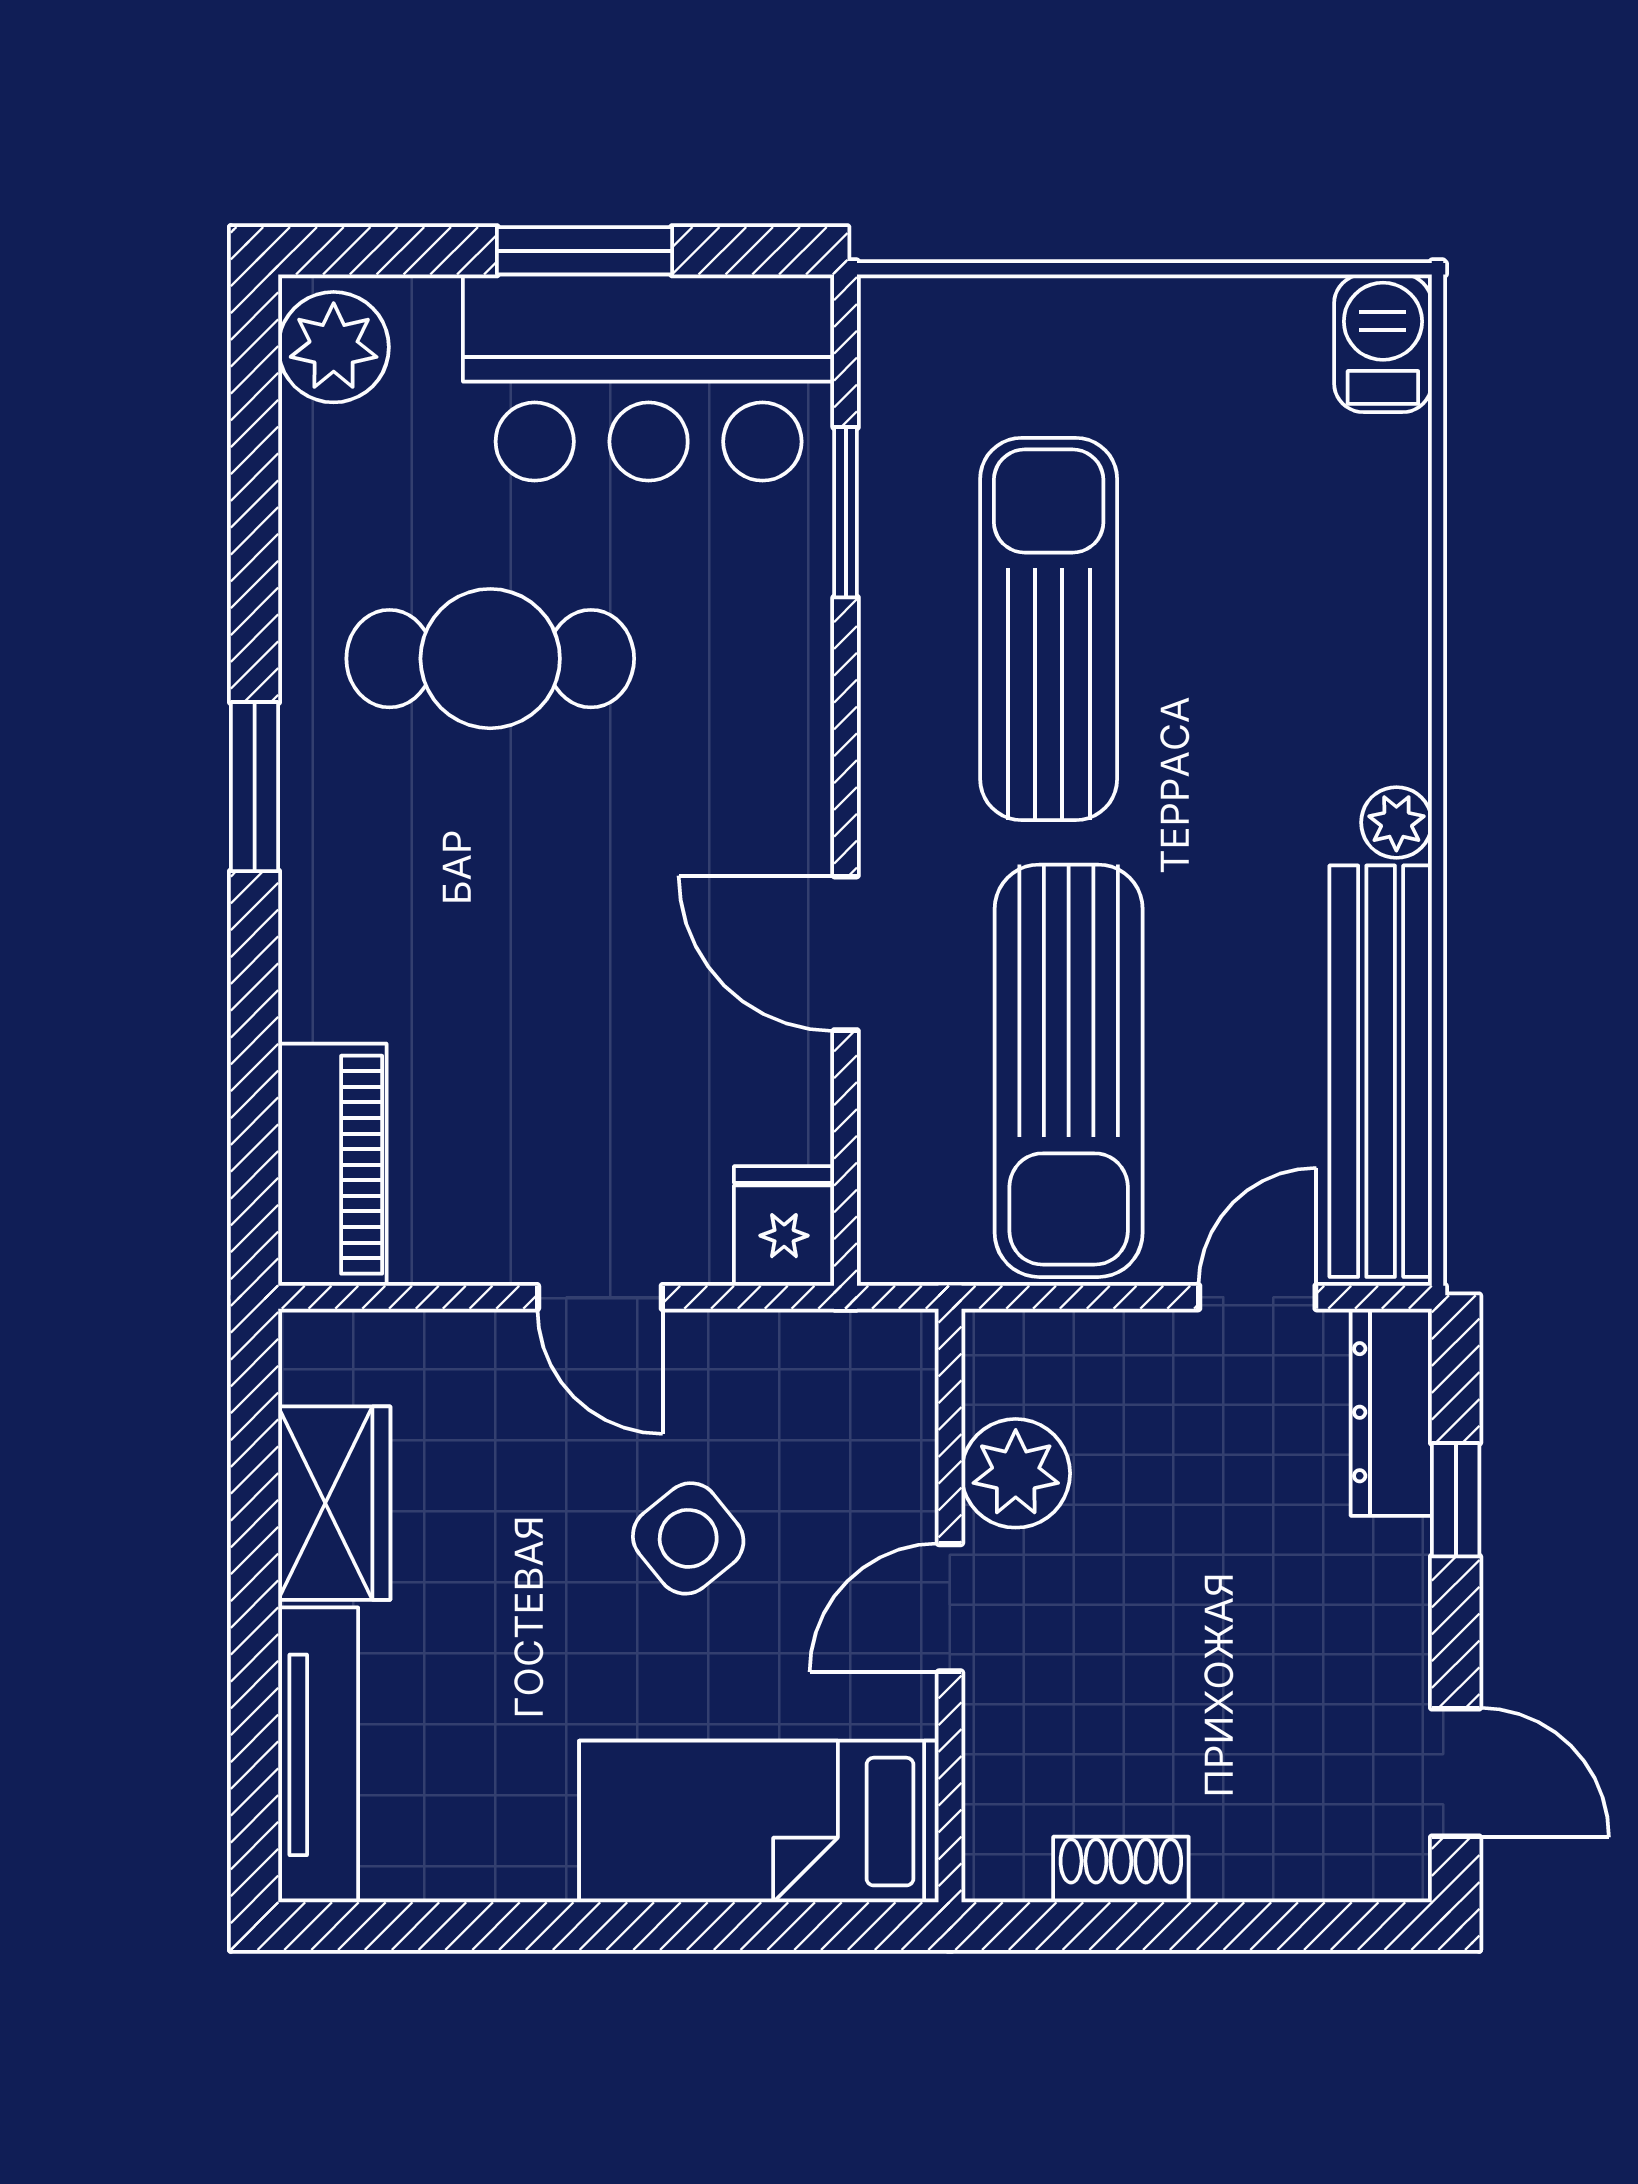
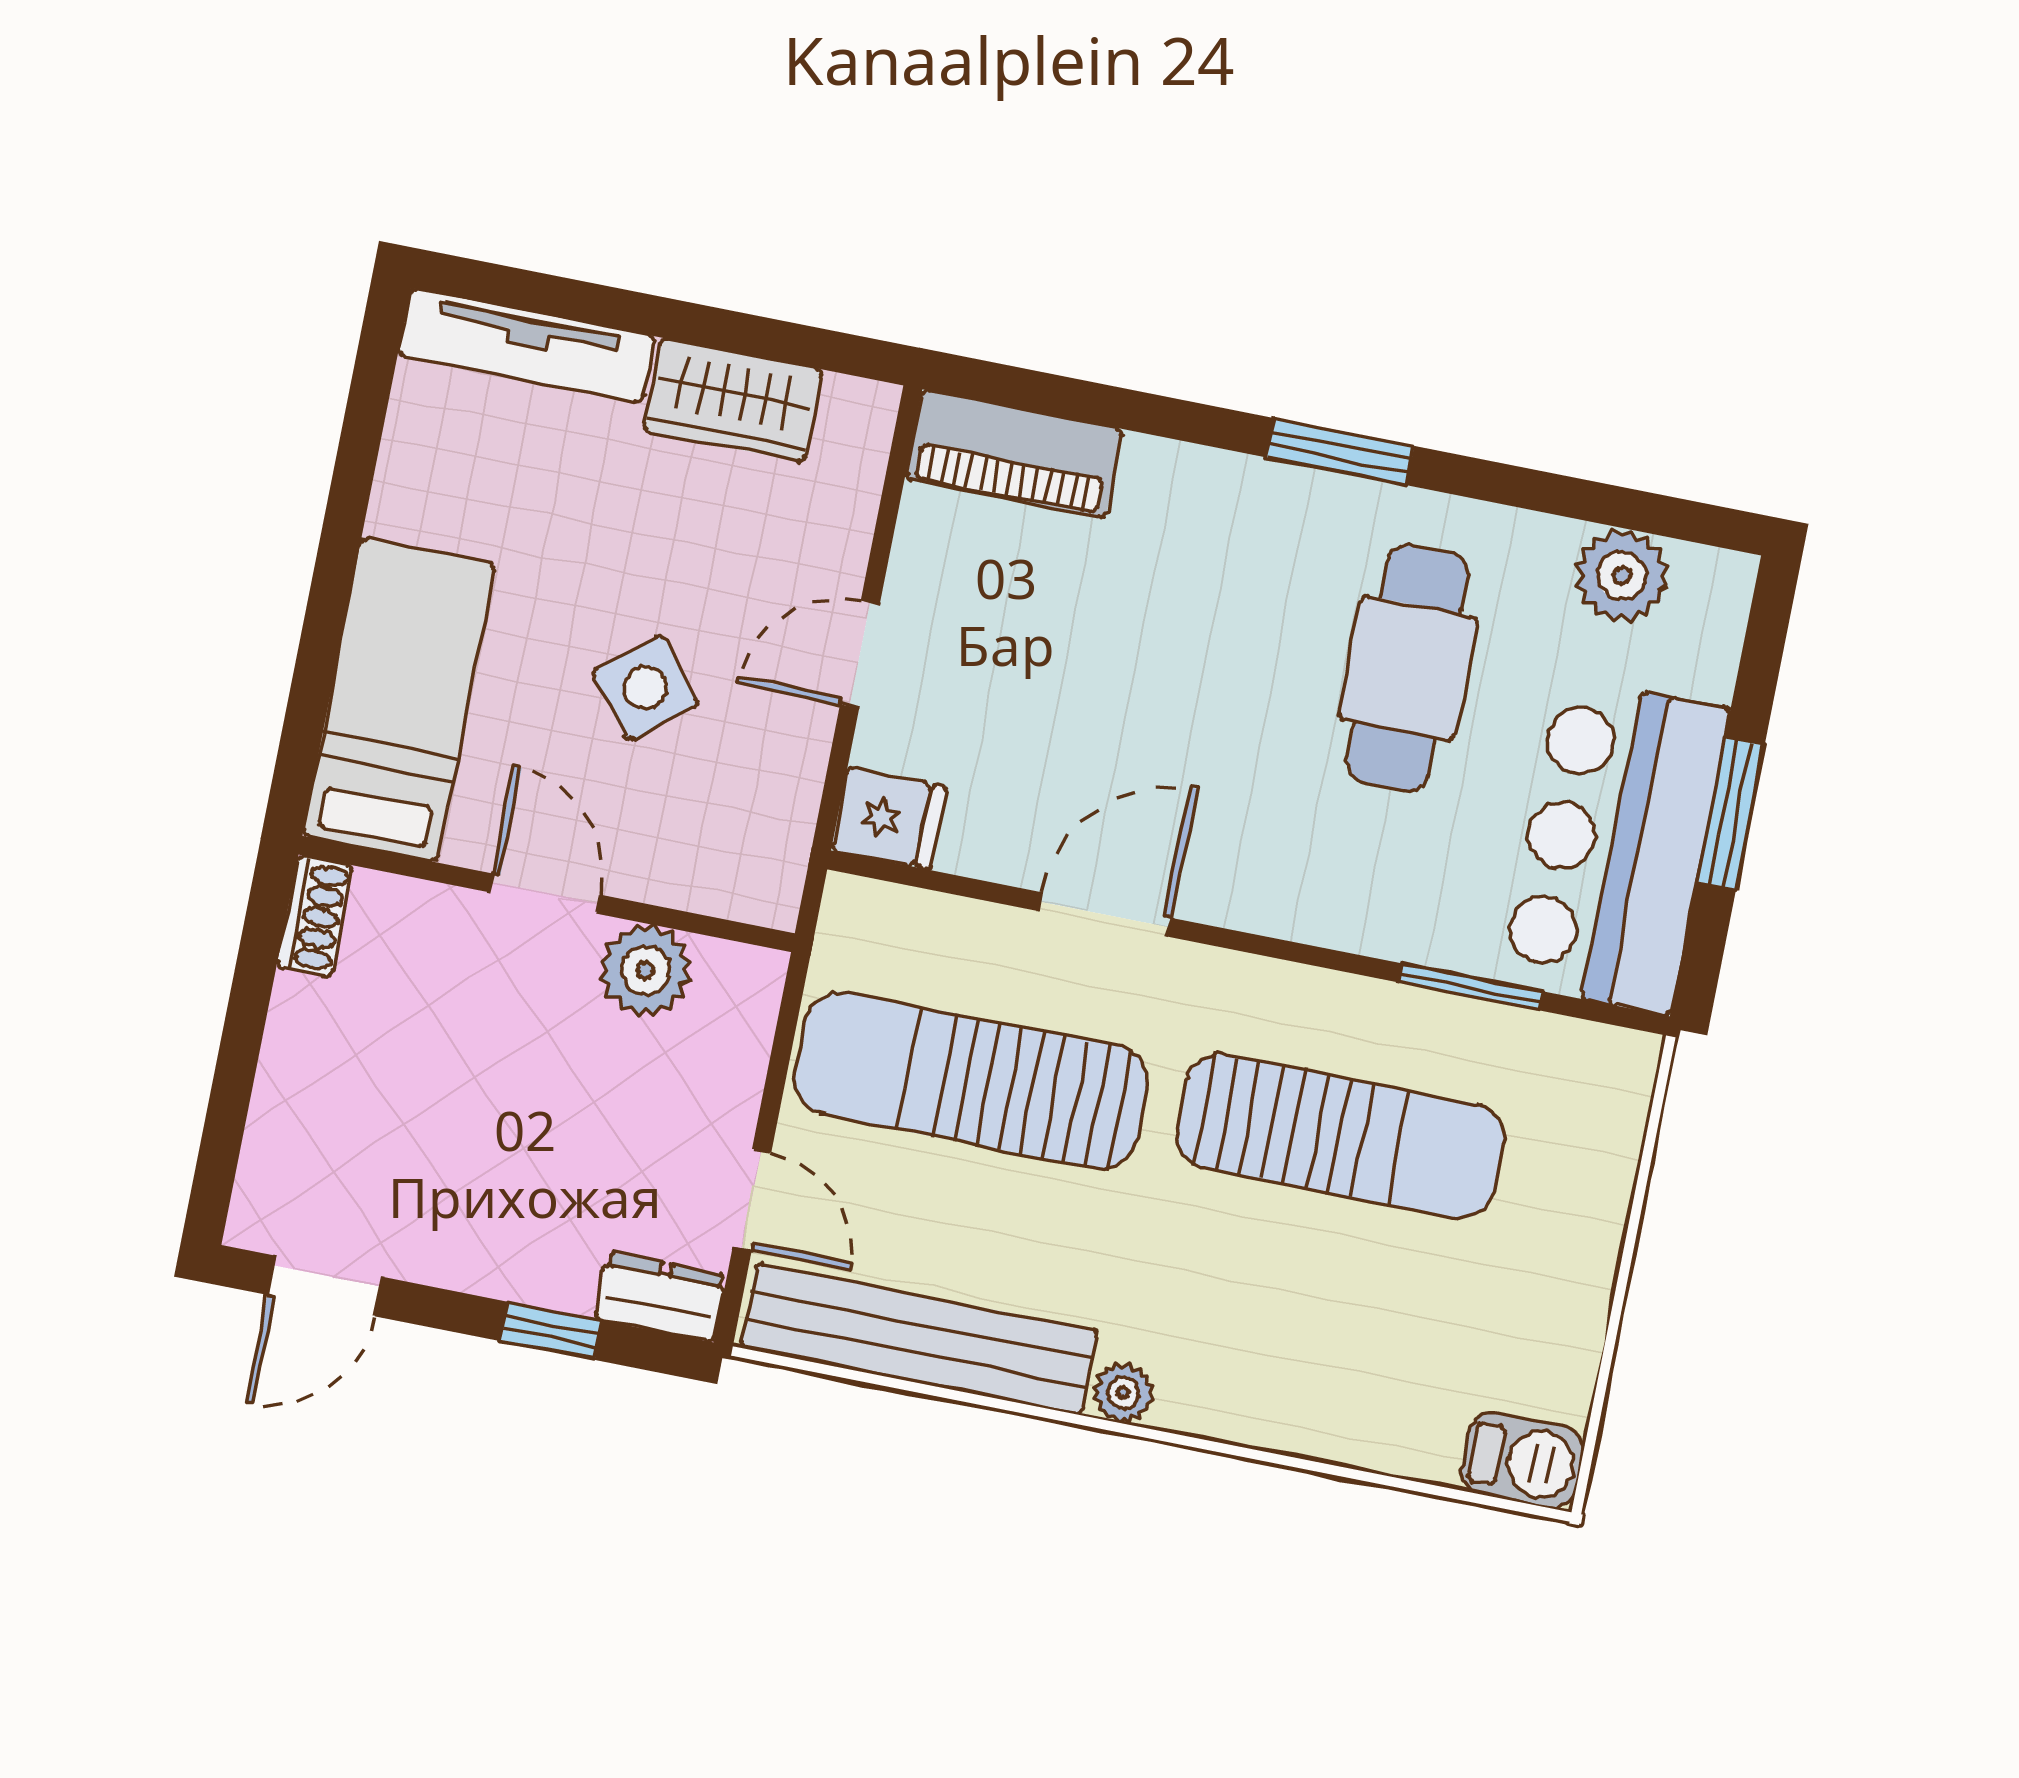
plant: (334, 347) -> (1622, 575), moved
dresser: (1391, 1412) -> (661, 1297), width x0.70
shoe rack: (1121, 1870) -> (315, 916), moved

